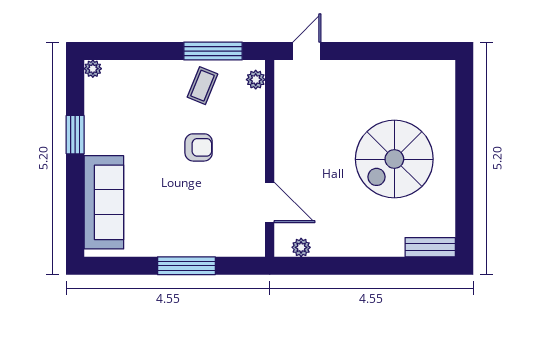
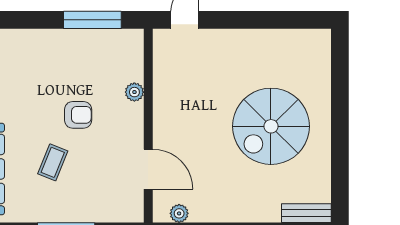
plant: (256, 80) -> (134, 92), moved
coffee table: (202, 86) -> (53, 162), moved

